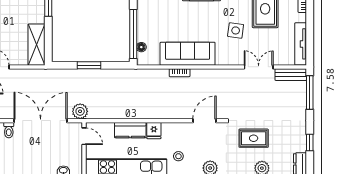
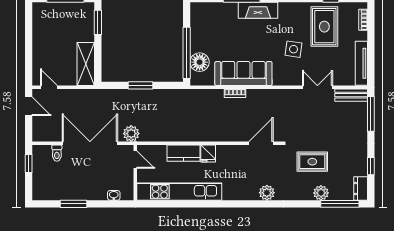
floor lamp: (141, 47) -> (200, 62), width x1.89, depth x1.89
stool: (178, 156) -> (234, 180), removed

